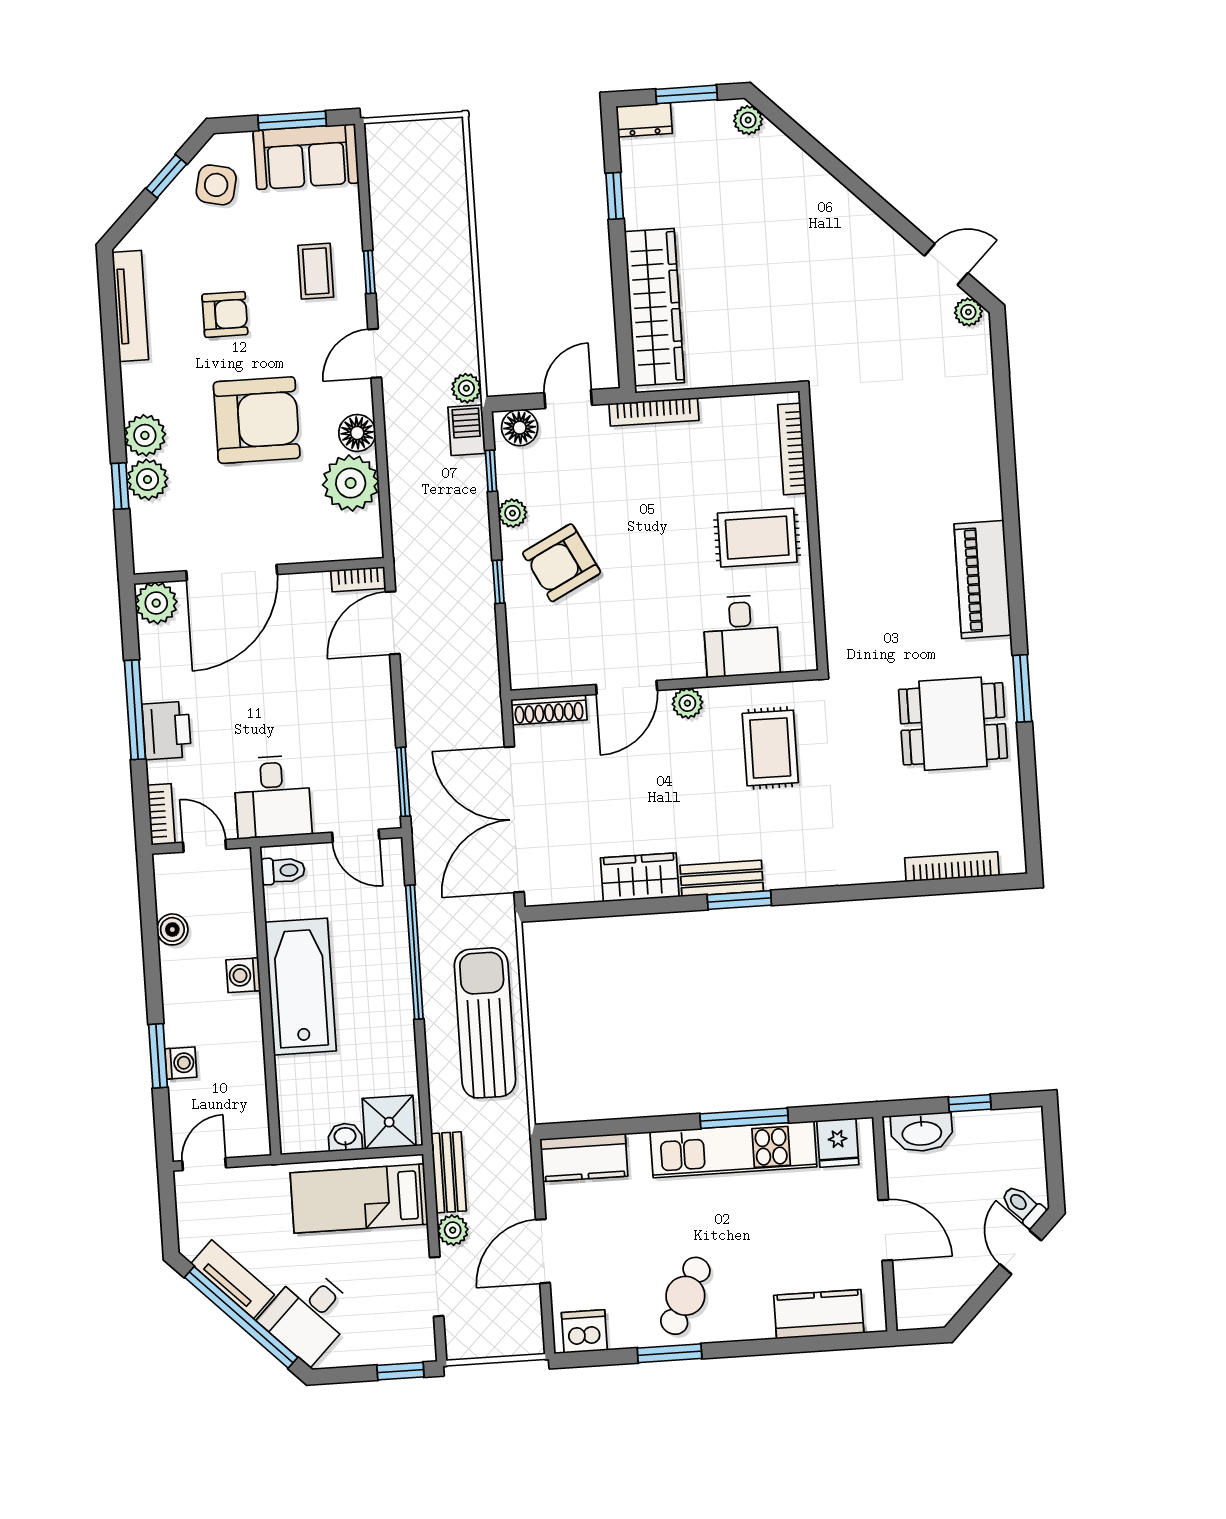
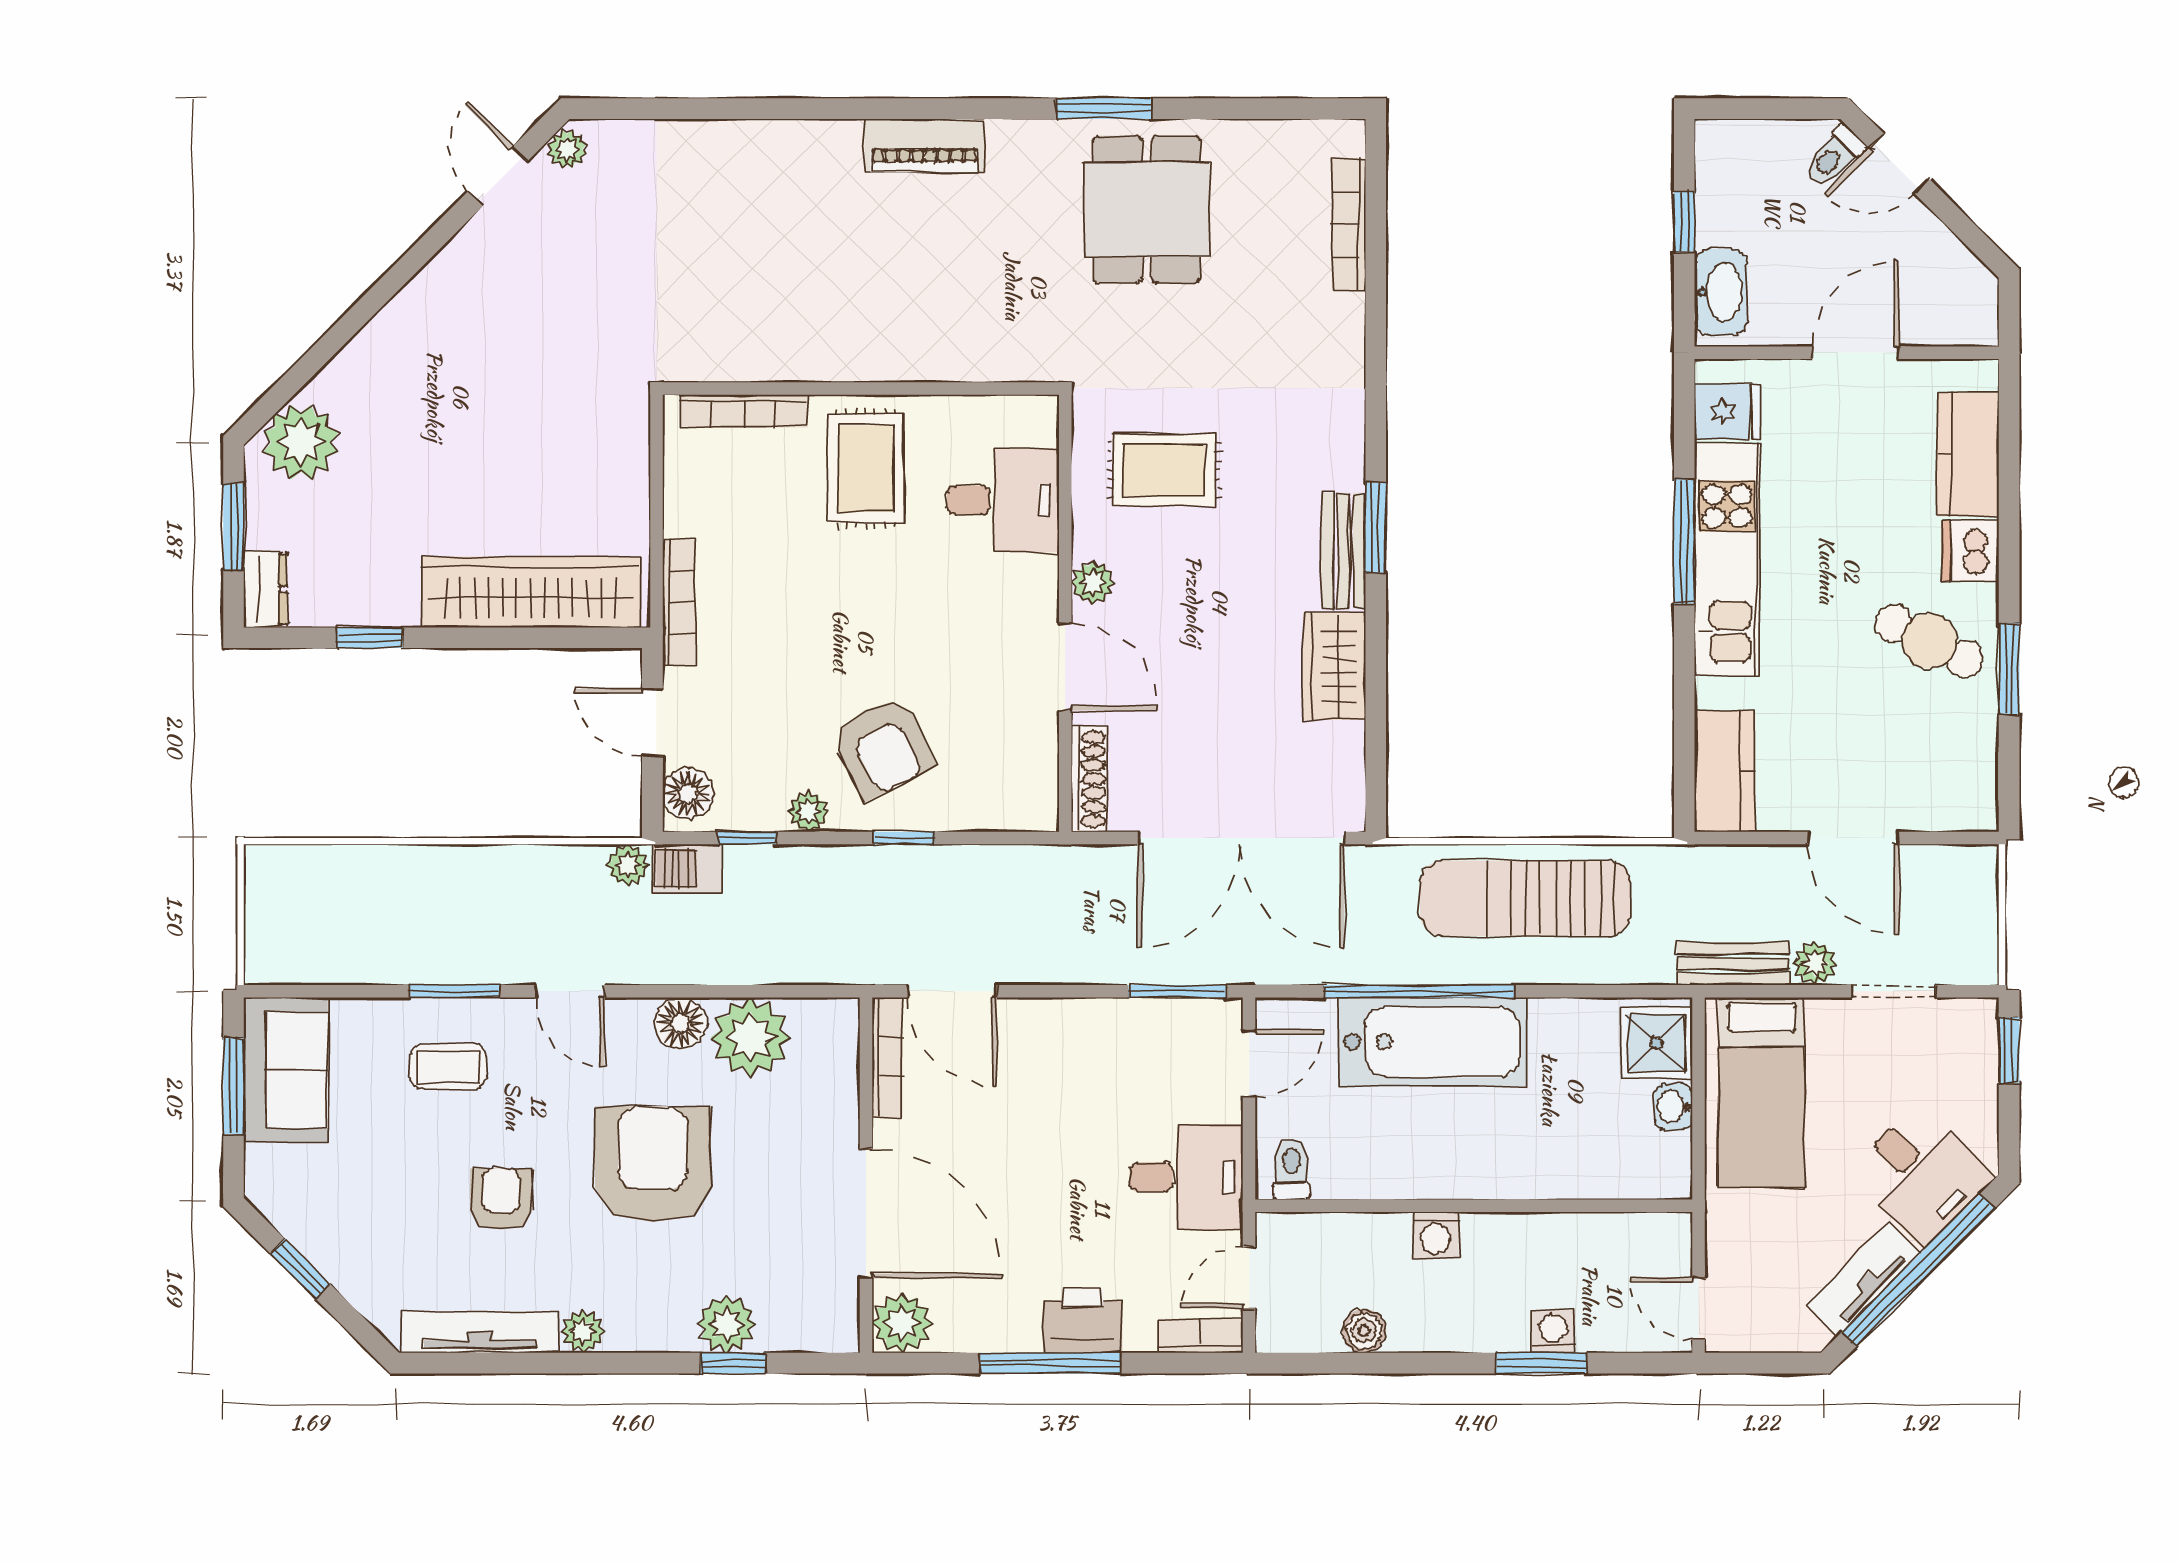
plant: (748, 120) -> (301, 442), width x1.87, depth x1.87
side table: (216, 185) -> (317, 1199), removed
window: (369, 272) -> (454, 991), width x1.50
plant: (145, 435) -> (583, 1331), moved, width x0.73, depth x0.73
bookcase: (358, 579) -> (887, 1057), width x1.56
piano: (983, 579) -> (924, 145), width x0.73, depth x0.75
bathtub: (301, 987) -> (1433, 1042), moved, turned 180
dishwasher: (584, 1331) -> (1970, 551), moved

